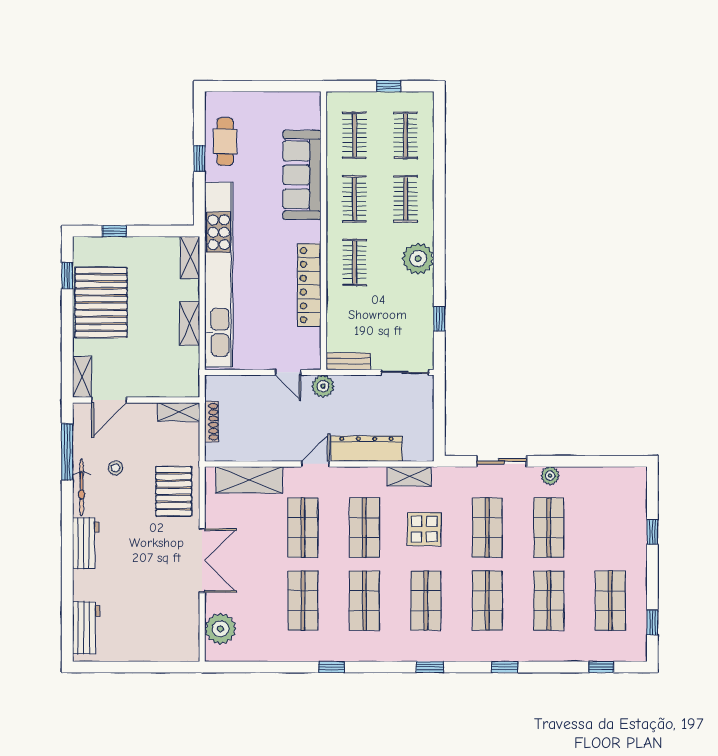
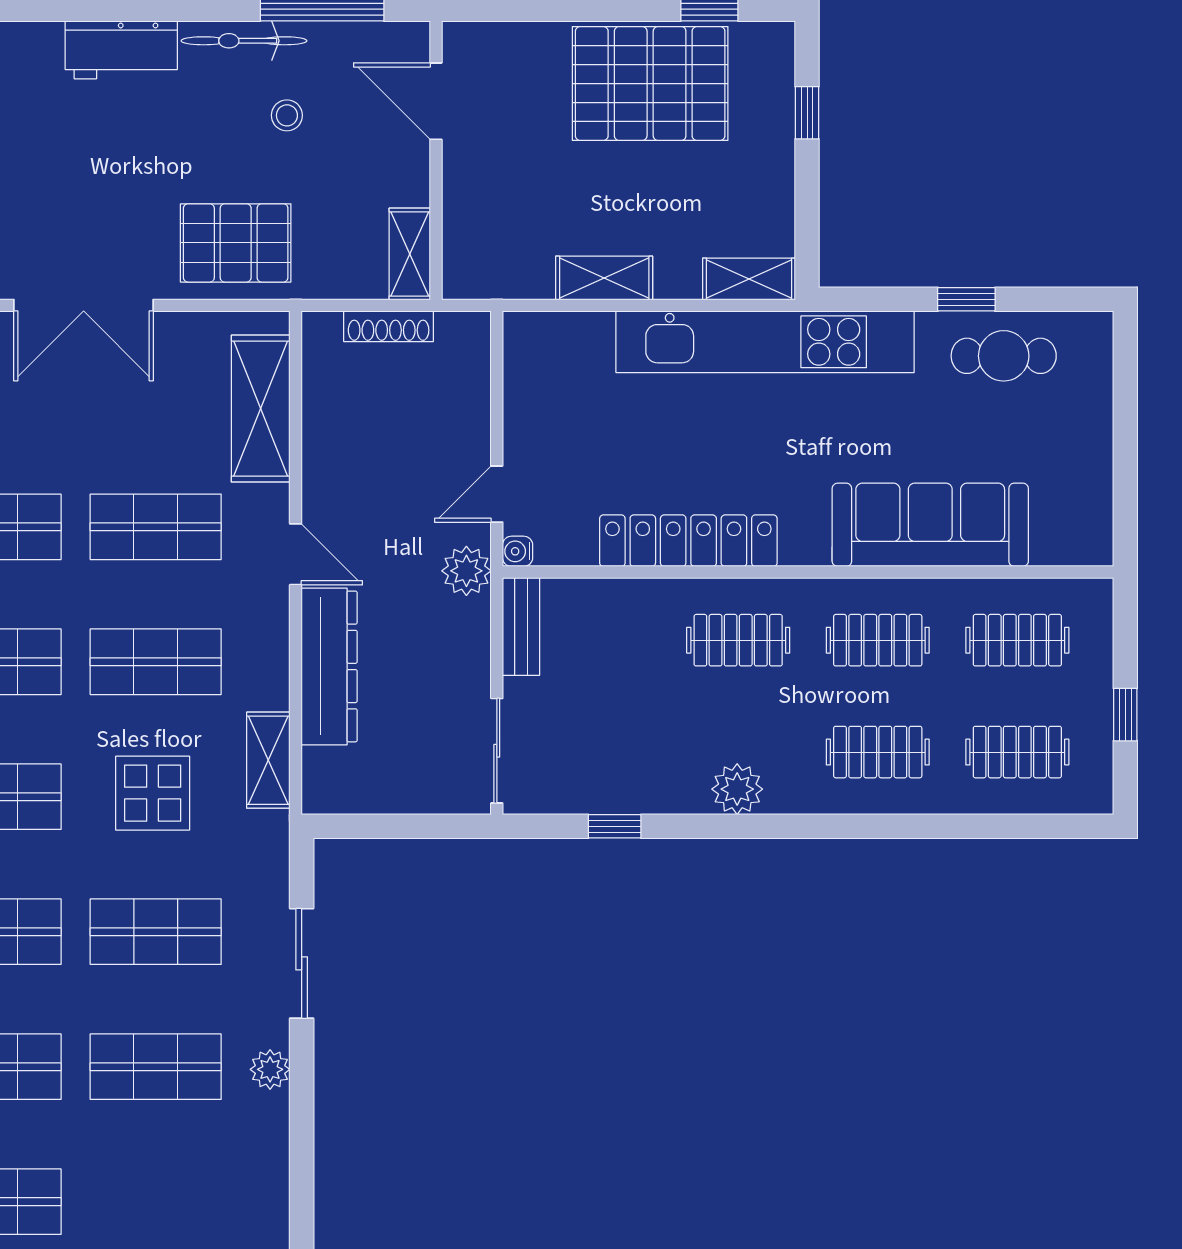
plant: (418, 259) -> (737, 789), width x0.73, depth x0.73
kitchen unit: (219, 275) -> (765, 342), width x0.73
water cooler: (314, 363) -> (518, 551), added
shelving: (82, 377) -> (487, 41), removed

